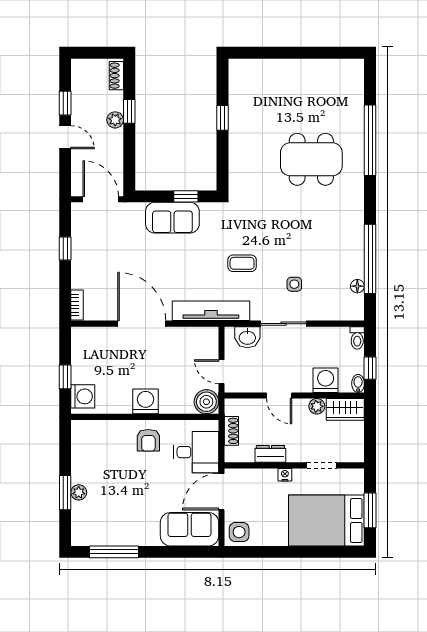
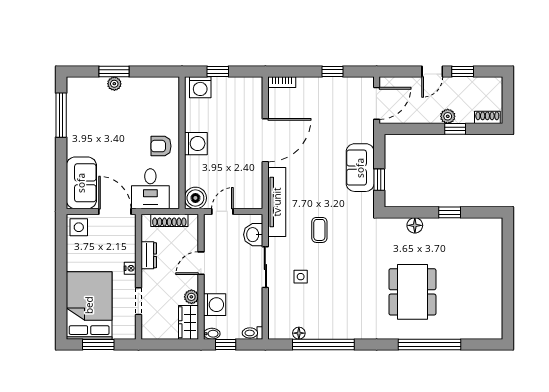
floor lamp: (237, 157) -> (415, 225), added
shoe rack: (231, 431) -> (169, 220), width x1.43

